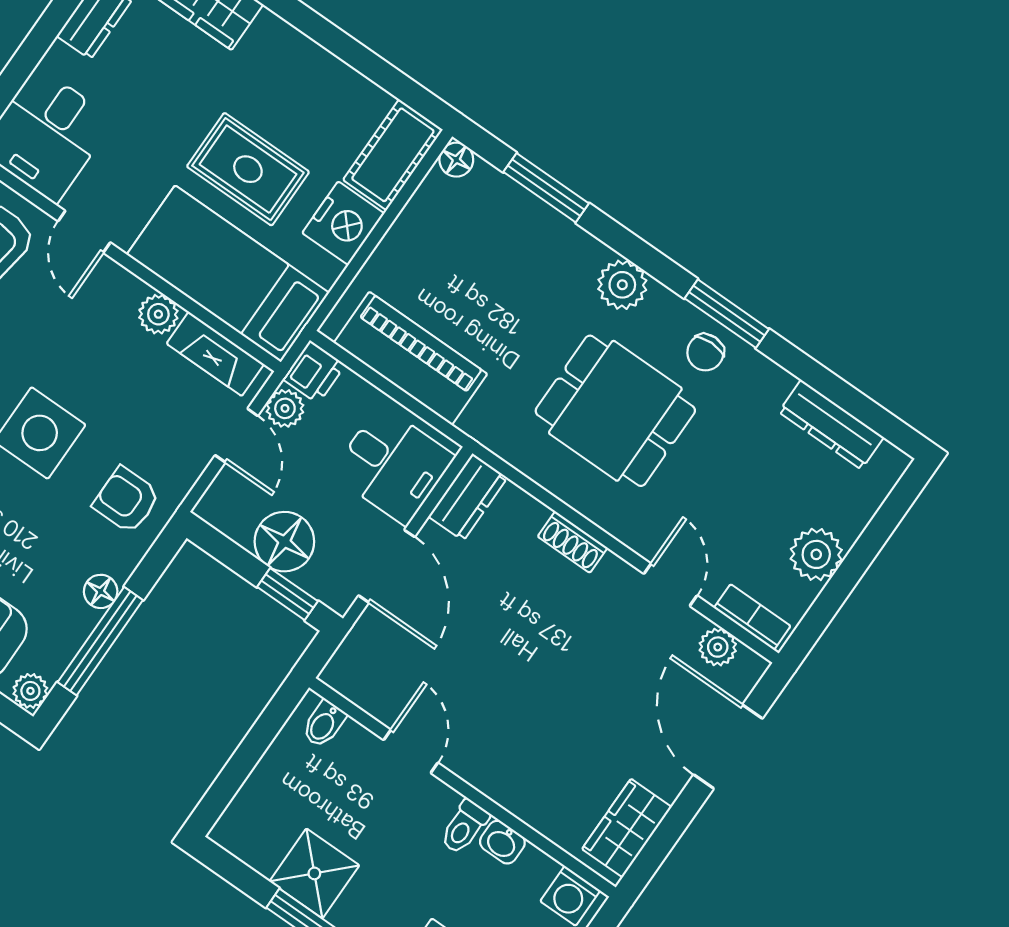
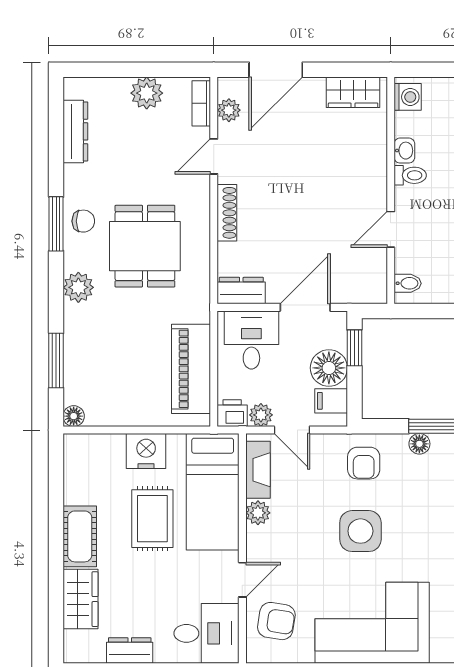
cot: (393, 155) -> (80, 536), moved, turned 90
door: (236, 436) -> (292, 430), swing flipped
filing cabinet: (239, 514) -> (331, 401), added
shoe rack: (573, 542) -> (227, 213), width x1.43

